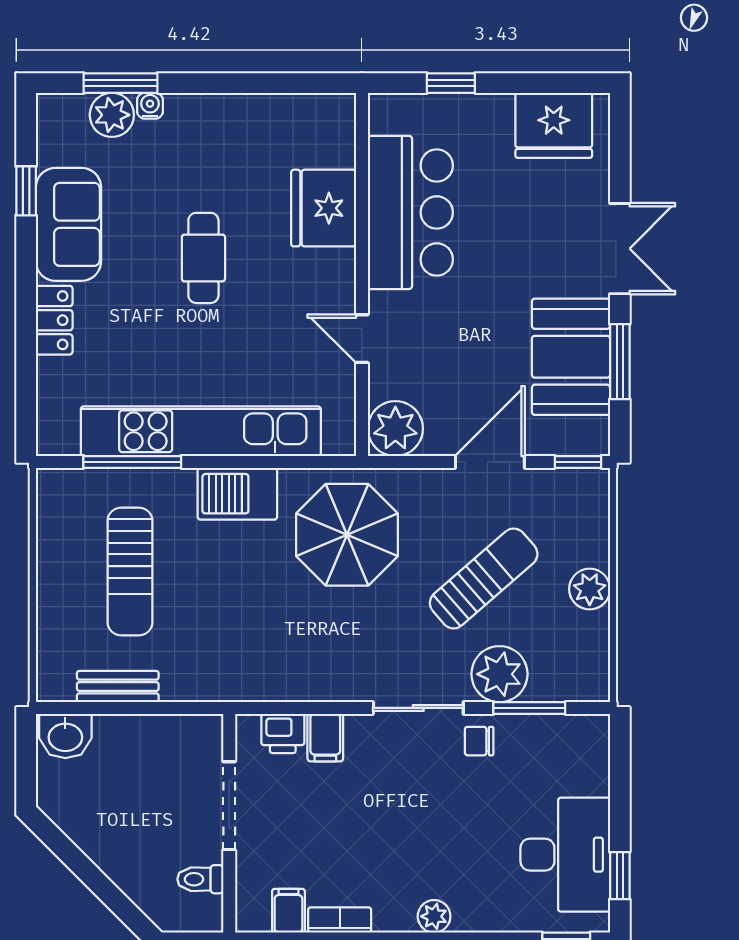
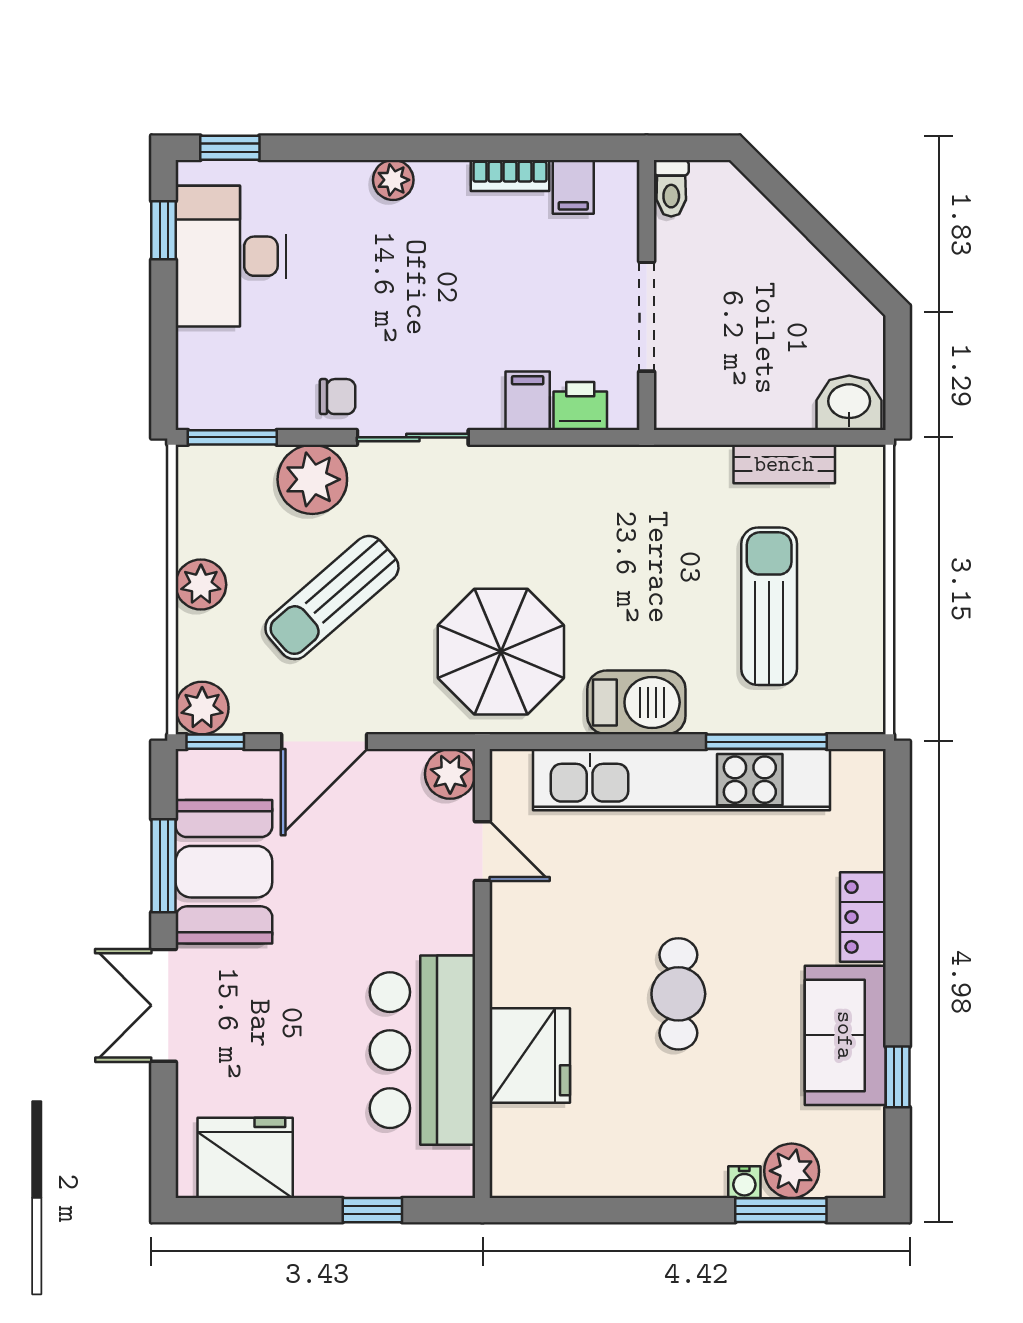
door: (362, 339) -> (482, 851), moved
plant: (395, 429) -> (450, 774), width x0.73, depth x0.73
plant: (589, 489) -> (202, 708), added
window: (529, 708) -> (232, 437), moved
toilet: (200, 879) -> (671, 188), moved, turned 90

